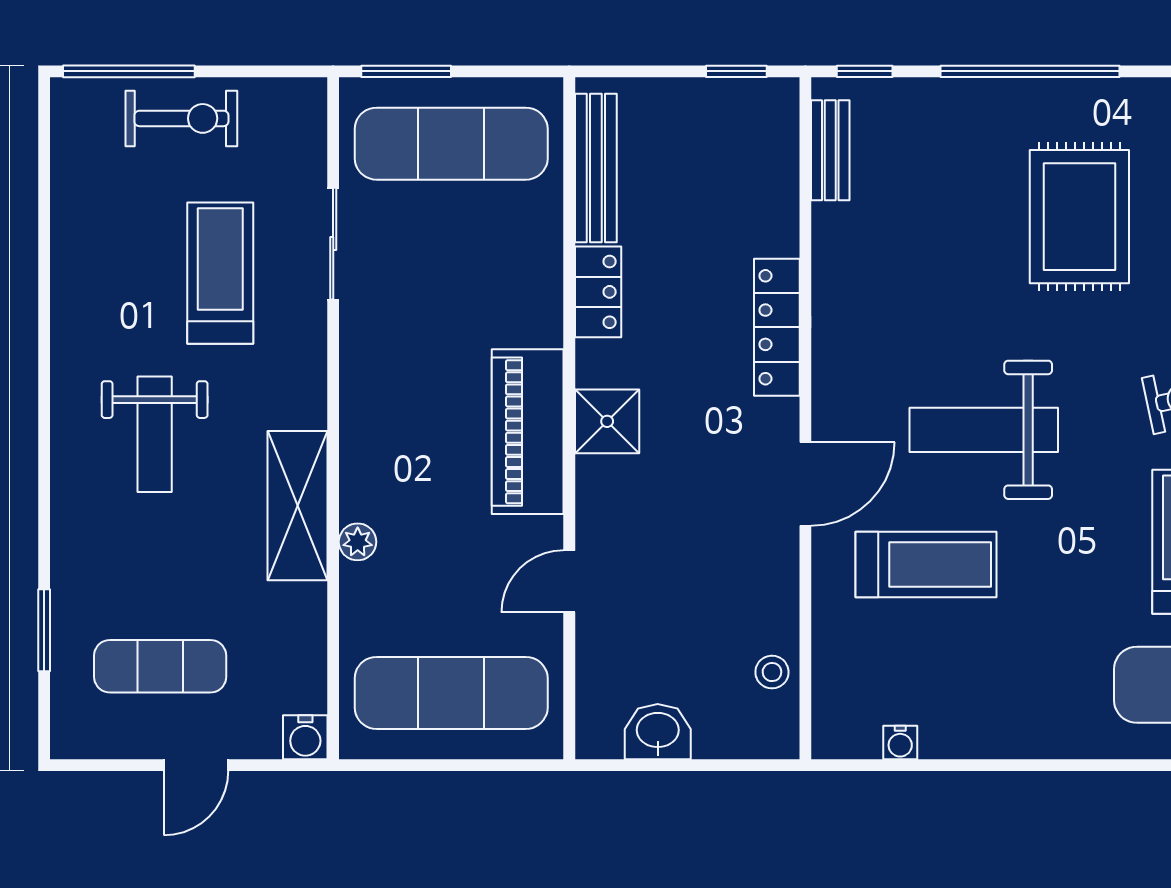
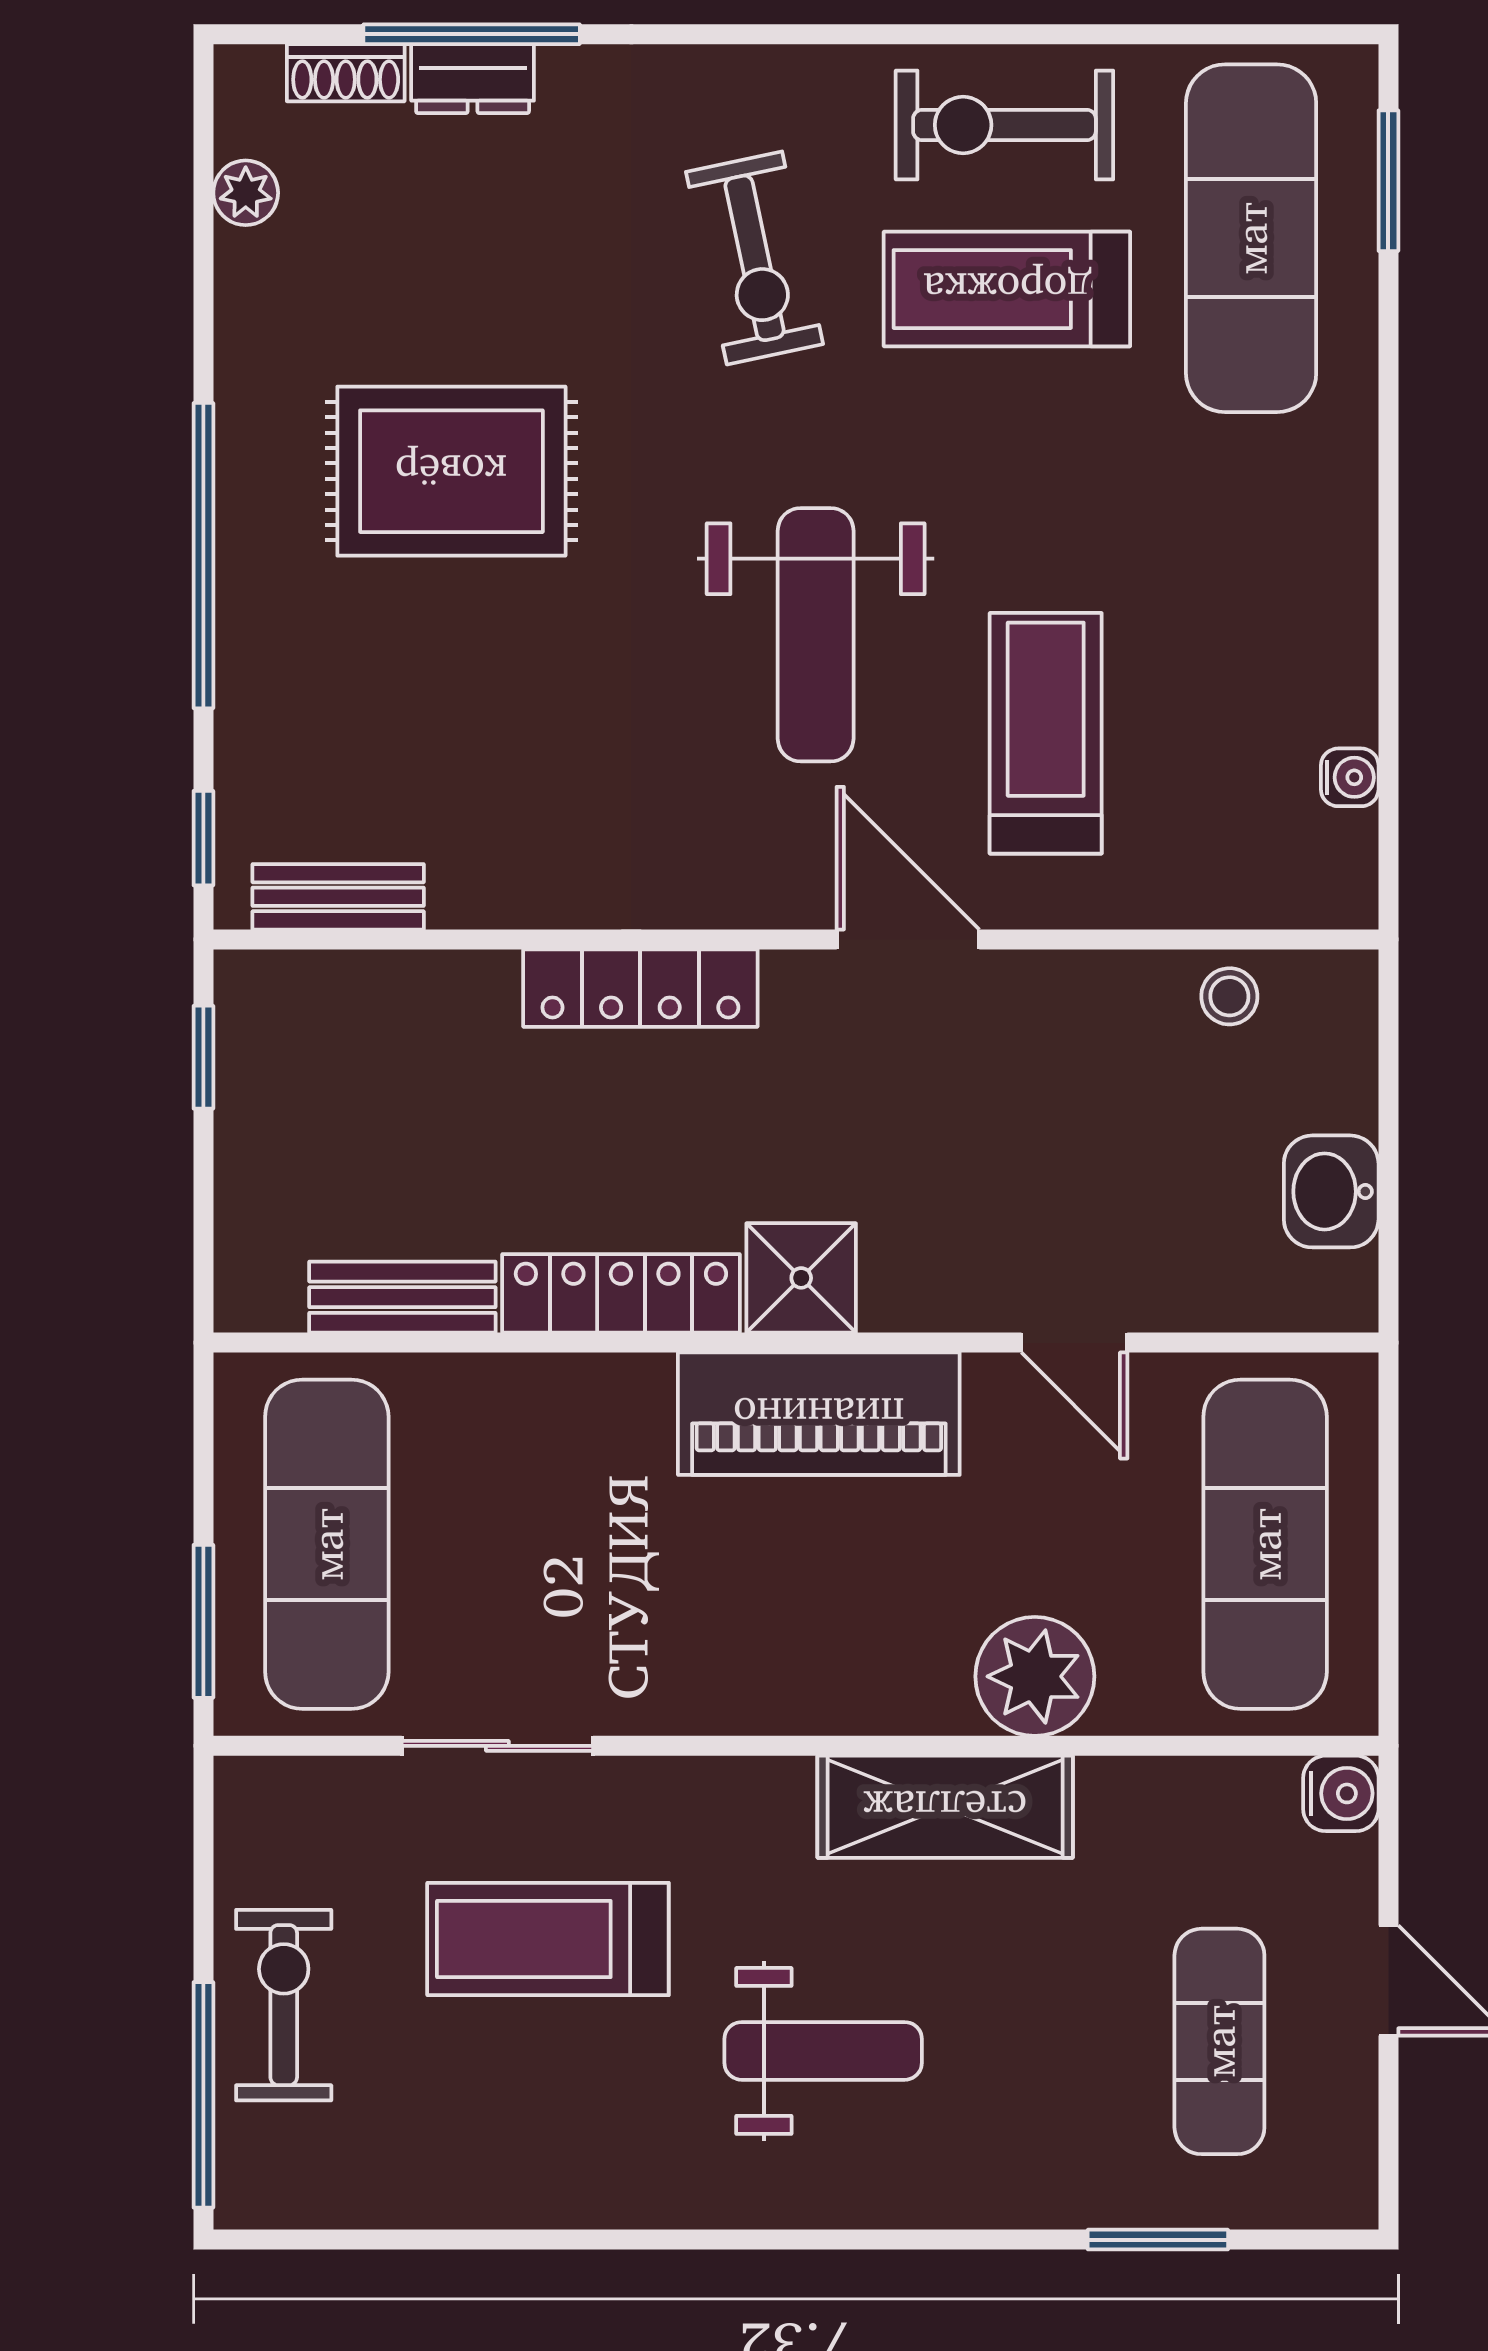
bench: (596, 168) -> (402, 1297), width x0.73
locker: (598, 292) -> (621, 1293), width x1.53
plant: (358, 542) -> (1035, 1676), width x1.87, depth x1.87

